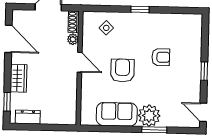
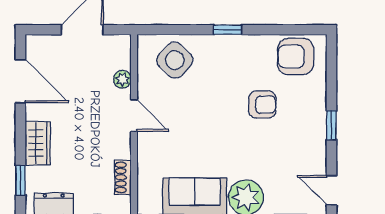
shoe rack: (74, 22) -> (123, 177), moved
side table: (106, 28) -> (175, 60), width x1.87, depth x1.87
armchair: (122, 70) -> (296, 56), moved, turned -90

